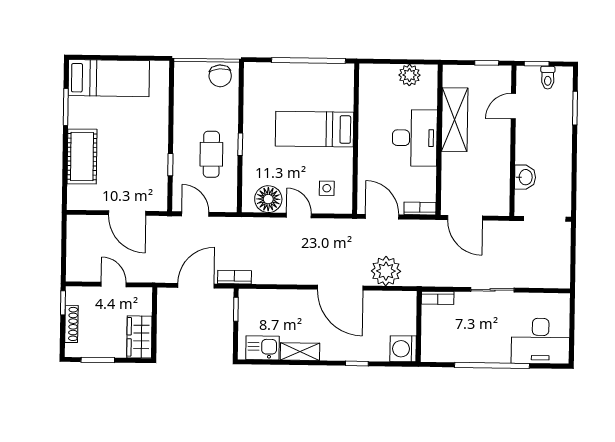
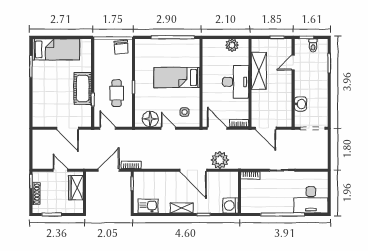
cot: (82, 156) -> (83, 88), moved
wardrobe: (139, 337) -> (76, 188), moved
shelving: (300, 352) -> (182, 208), moved

